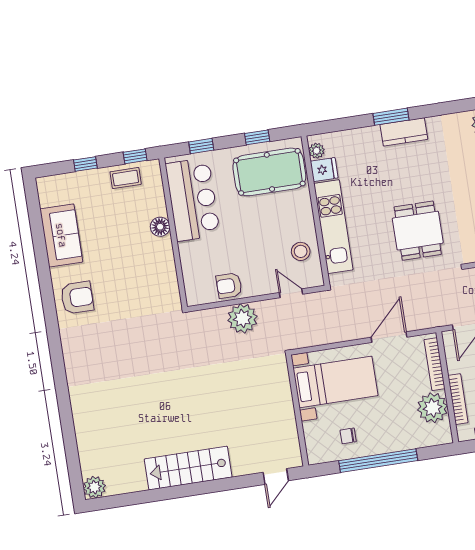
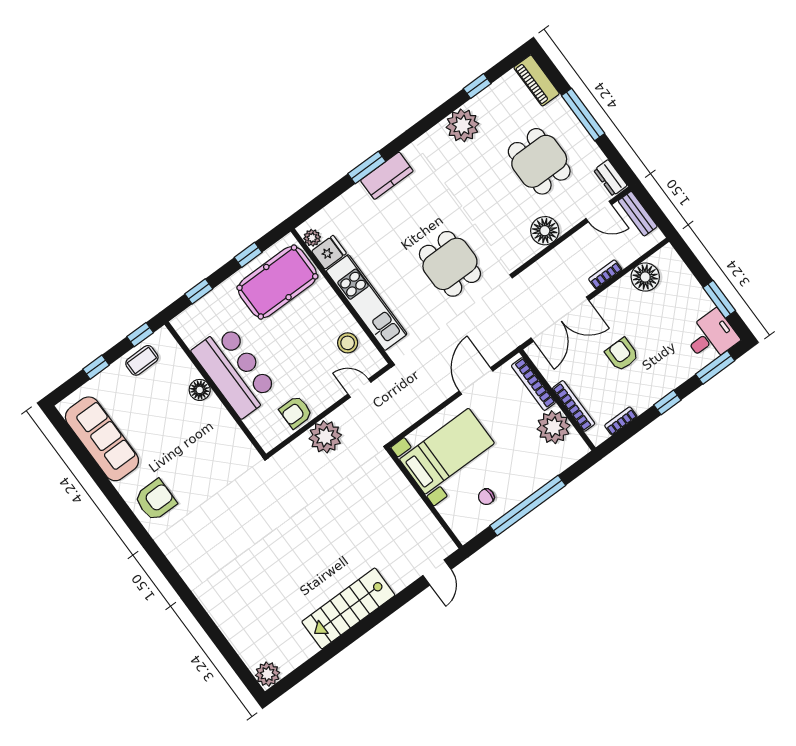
bar counter: (193, 199) -> (235, 371), moved
sofa: (61, 235) -> (102, 439), width x1.36

